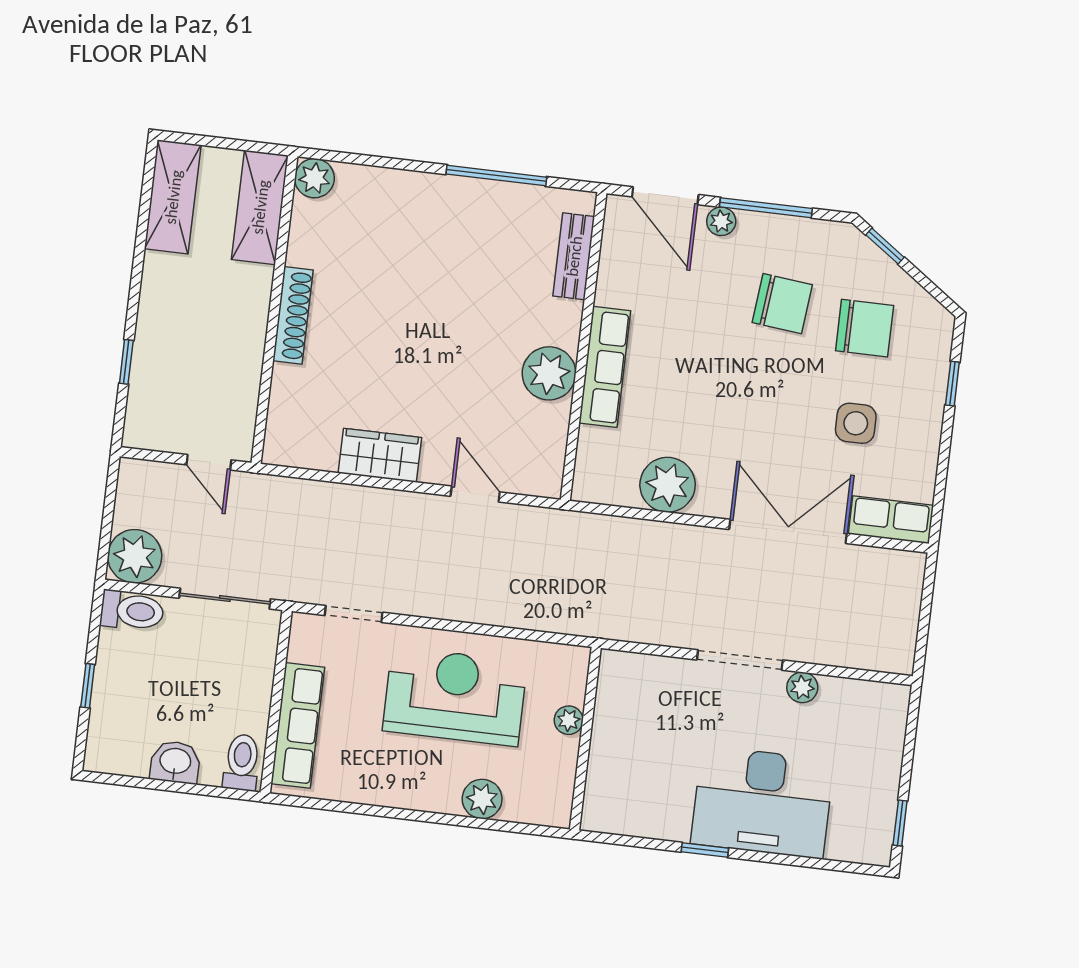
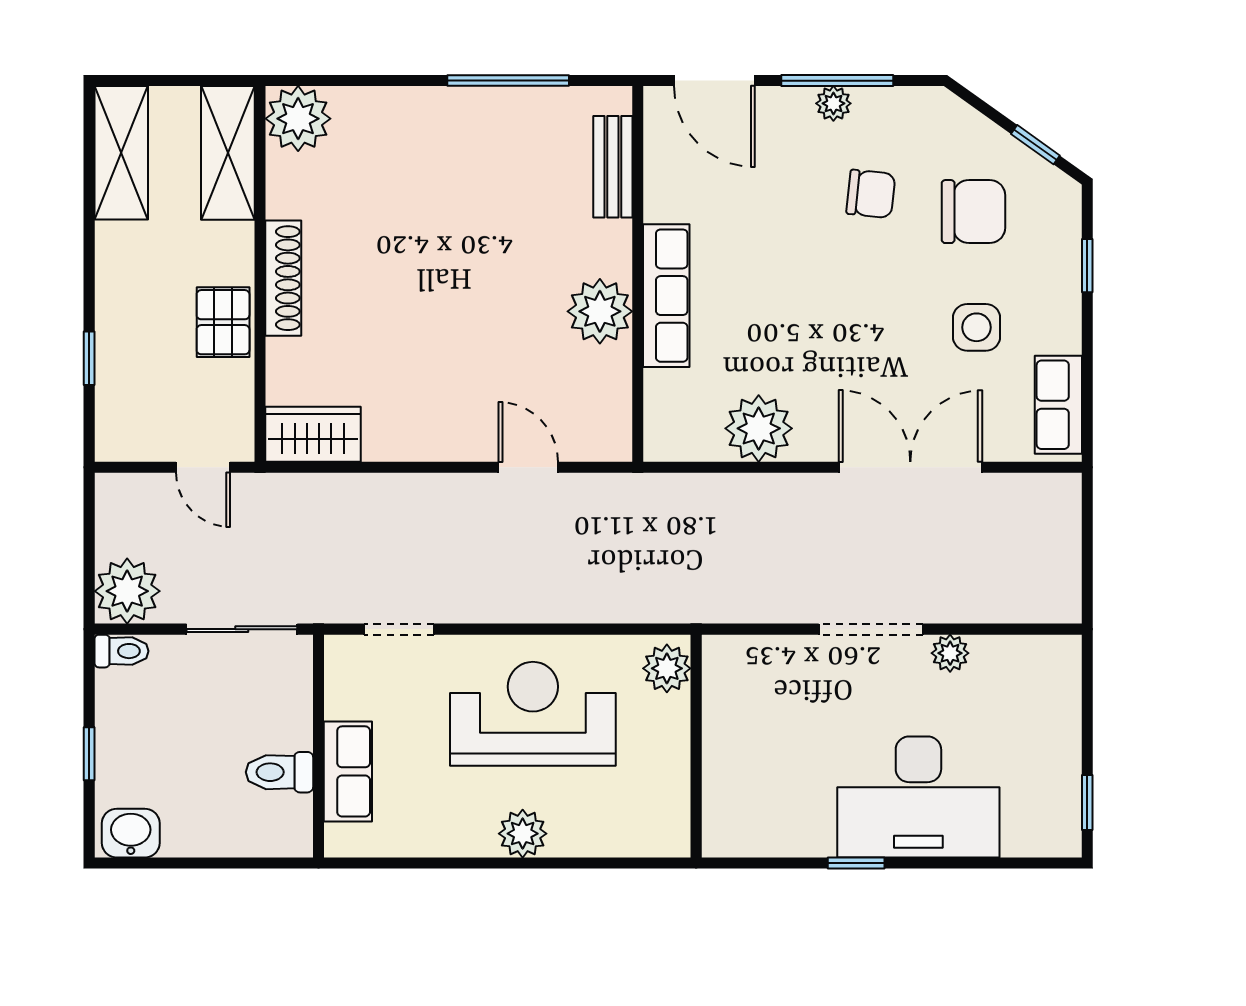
plant: (314, 178) -> (298, 119), width x1.36, depth x1.36
plant: (721, 221) -> (833, 103), moved
window: (885, 246) -> (1035, 145), moved
chair: (782, 304) -> (871, 194), width x0.73, depth x0.73
pallet: (239, 345) -> (223, 322), added
wardrobe: (380, 455) -> (313, 434), moved
row of seats: (891, 520) -> (1058, 405), moved, turned -90
toilet: (132, 611) -> (121, 651), width x0.73, depth x0.72
plant: (569, 720) -> (667, 668), moved, width x1.38, depth x1.38
row of seats: (298, 725) -> (348, 771), width x0.68
washbasin: (175, 762) -> (131, 833), moved
toilet: (242, 762) -> (279, 772), moved, turned -90
plant: (482, 799) -> (523, 834), moved

